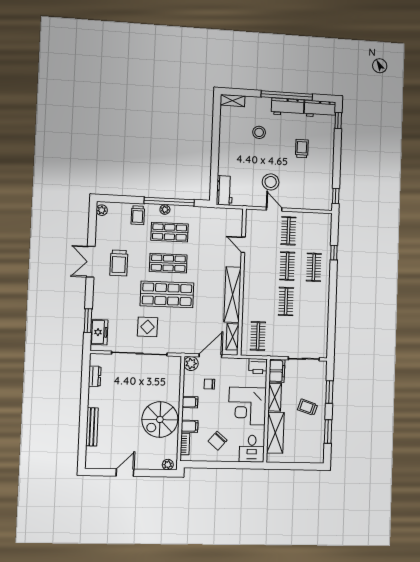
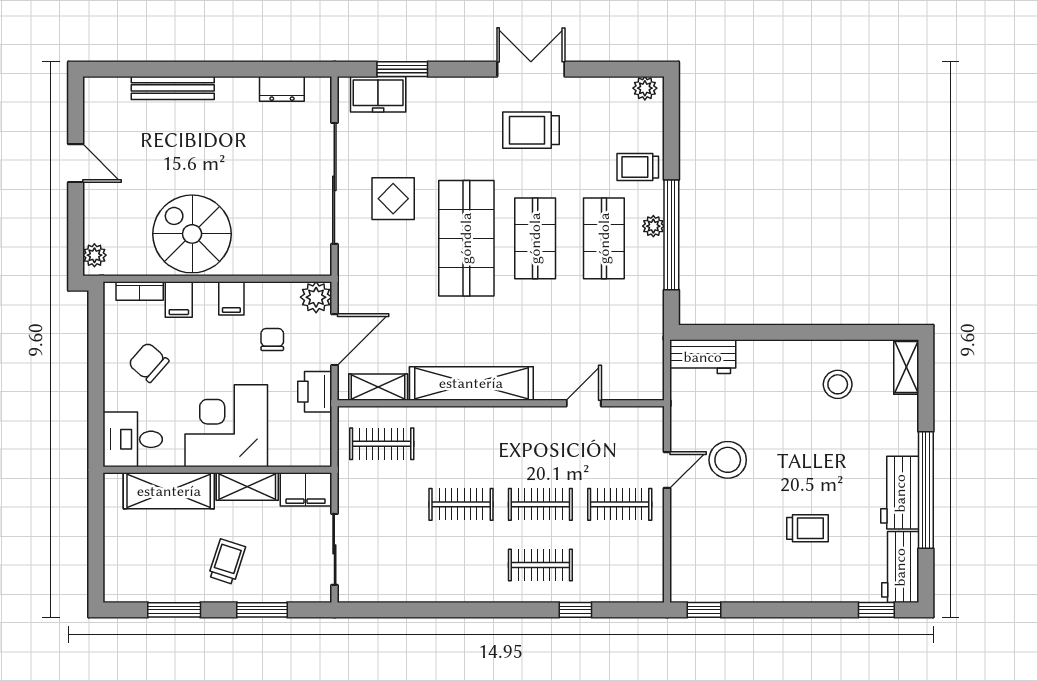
stool: (259, 132) -> (838, 384), moved
door: (210, 356) -> (334, 340), hinge flipped
printer: (258, 366) -> (315, 392), moved

